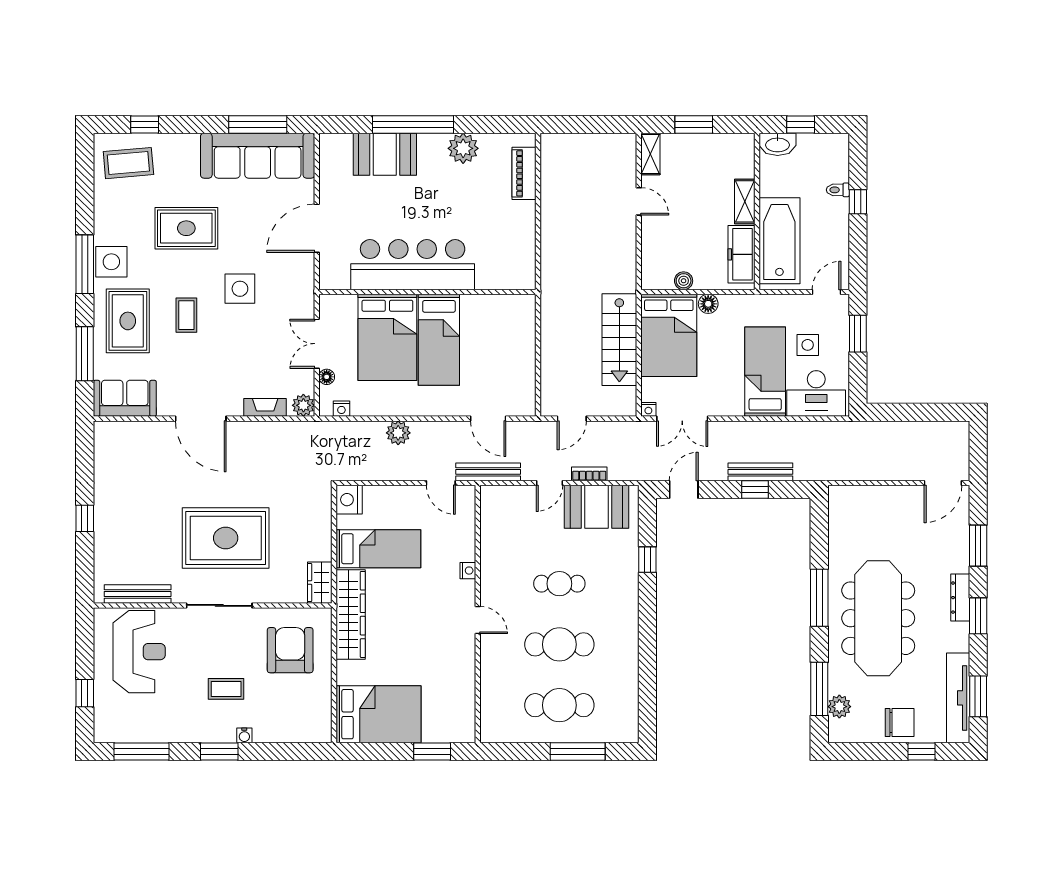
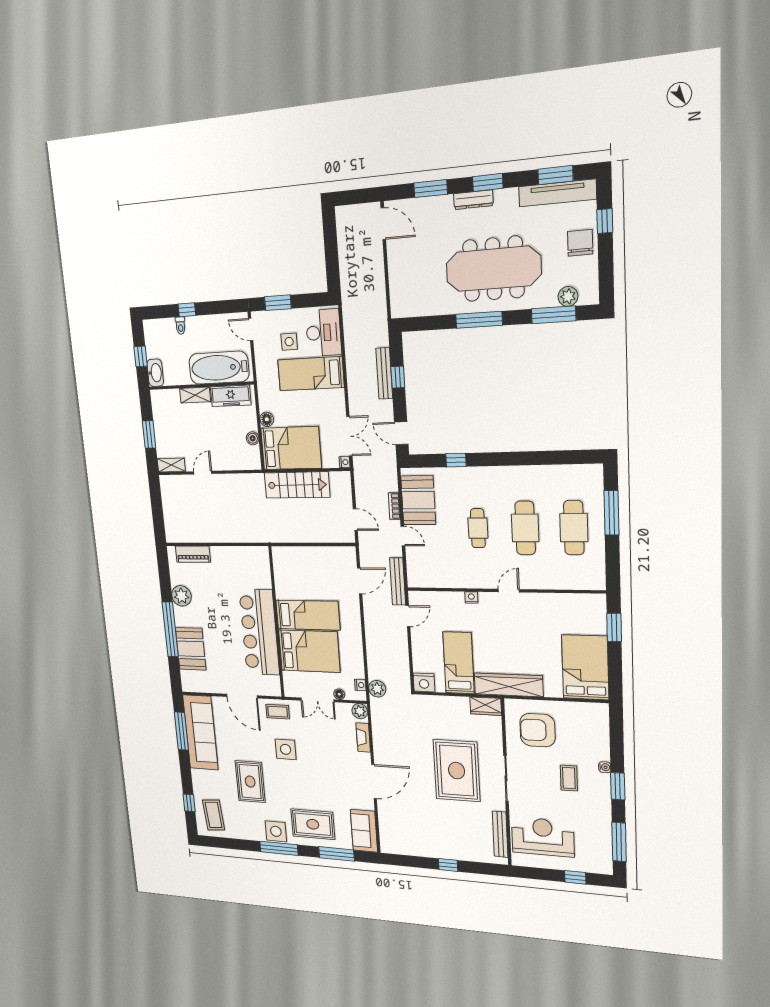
coffee table: (186, 315) -> (278, 712), moved
plant: (398, 433) -> (377, 689), moved

